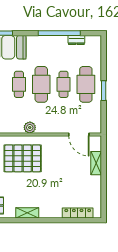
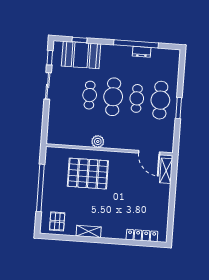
dresser: (76, 40) -> (142, 52), moved
shelving: (96, 163) -> (166, 171), moved

